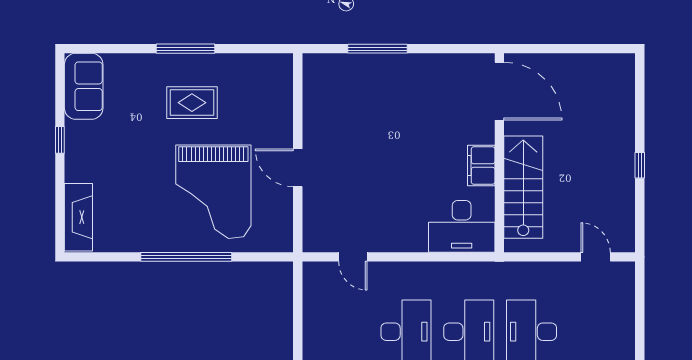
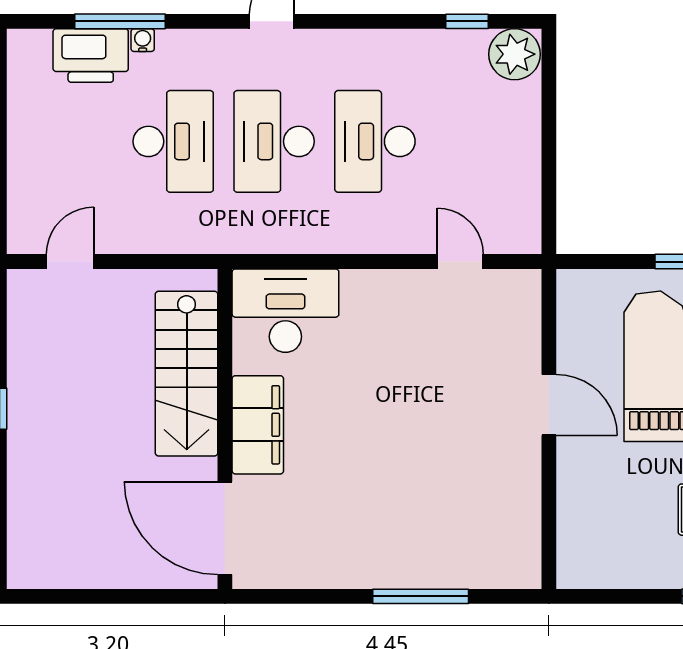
filing cabinet: (481, 166) -> (258, 425), width x1.50, depth x1.17
door: (596, 257) -> (70, 262), swing flipped

